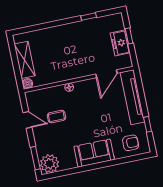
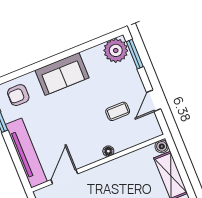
door: (27, 120) -> (154, 101), hinge flipped

